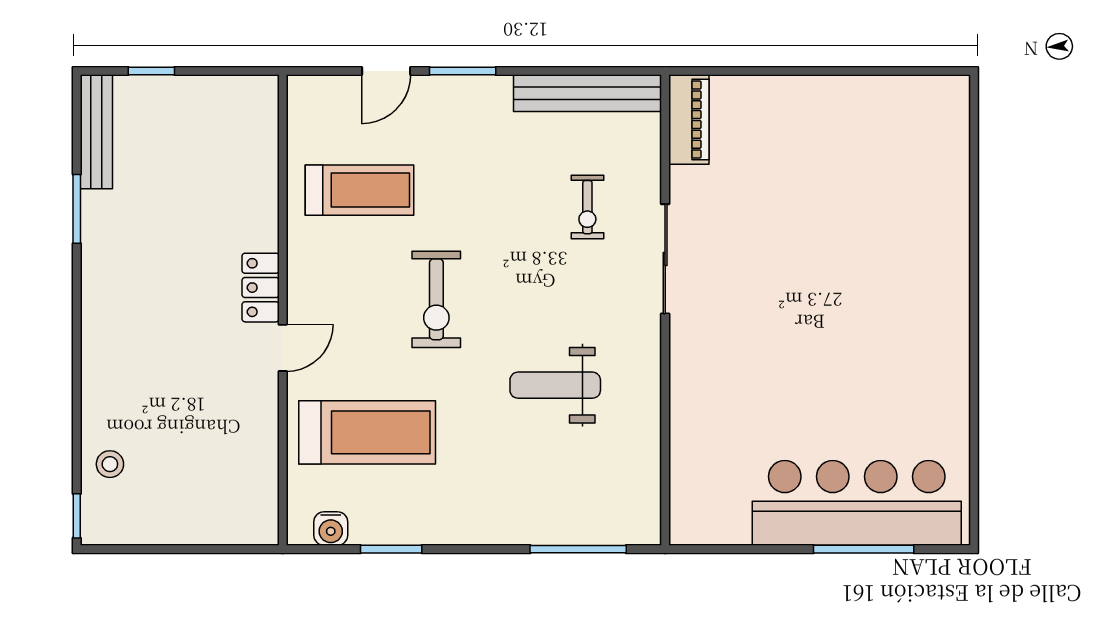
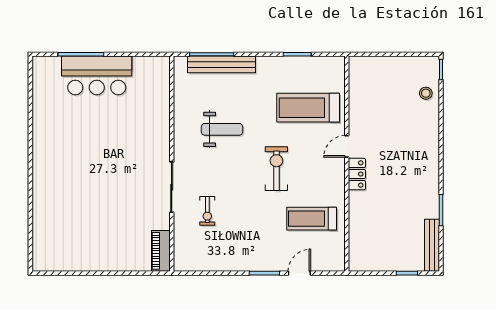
bench: (587, 93) -> (222, 64), moved
exercise bike: (587, 207) -> (207, 211), turned 180
bar counter: (857, 503) -> (97, 75), width x0.73
water cooler: (331, 529) -> (325, 64), removed

